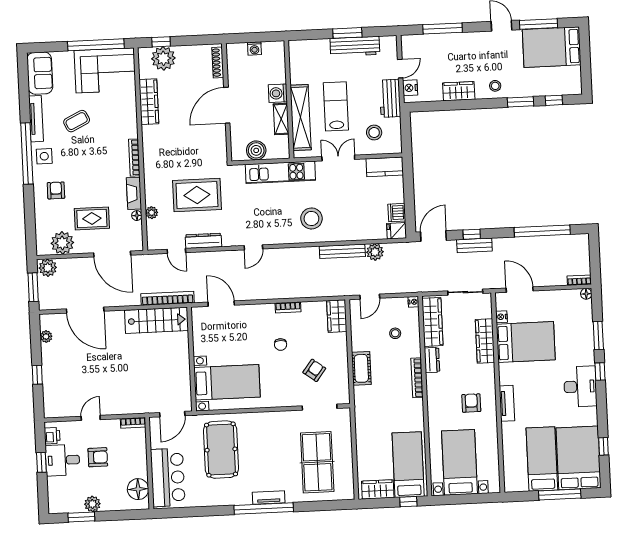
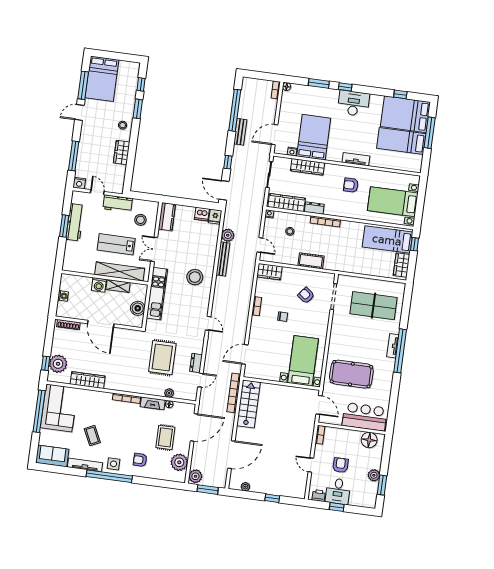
nightstand: (410, 88) -> (79, 183), moved
dresser: (203, 241) -> (196, 363), width x0.70
bench: (474, 245) -> (240, 132), moved

